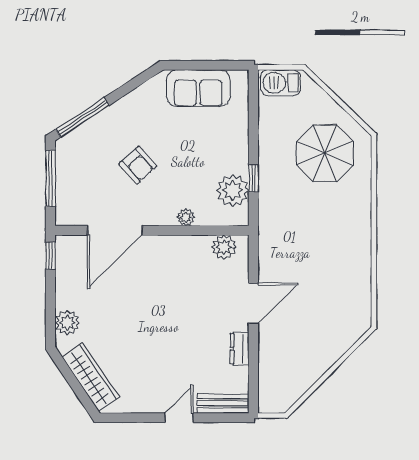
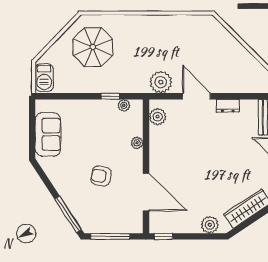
armchair: (138, 165) -> (101, 176), turned -128
plant: (233, 190) -> (124, 105), width x0.53, depth x0.53
plant: (274, 252) -> (161, 82), added

